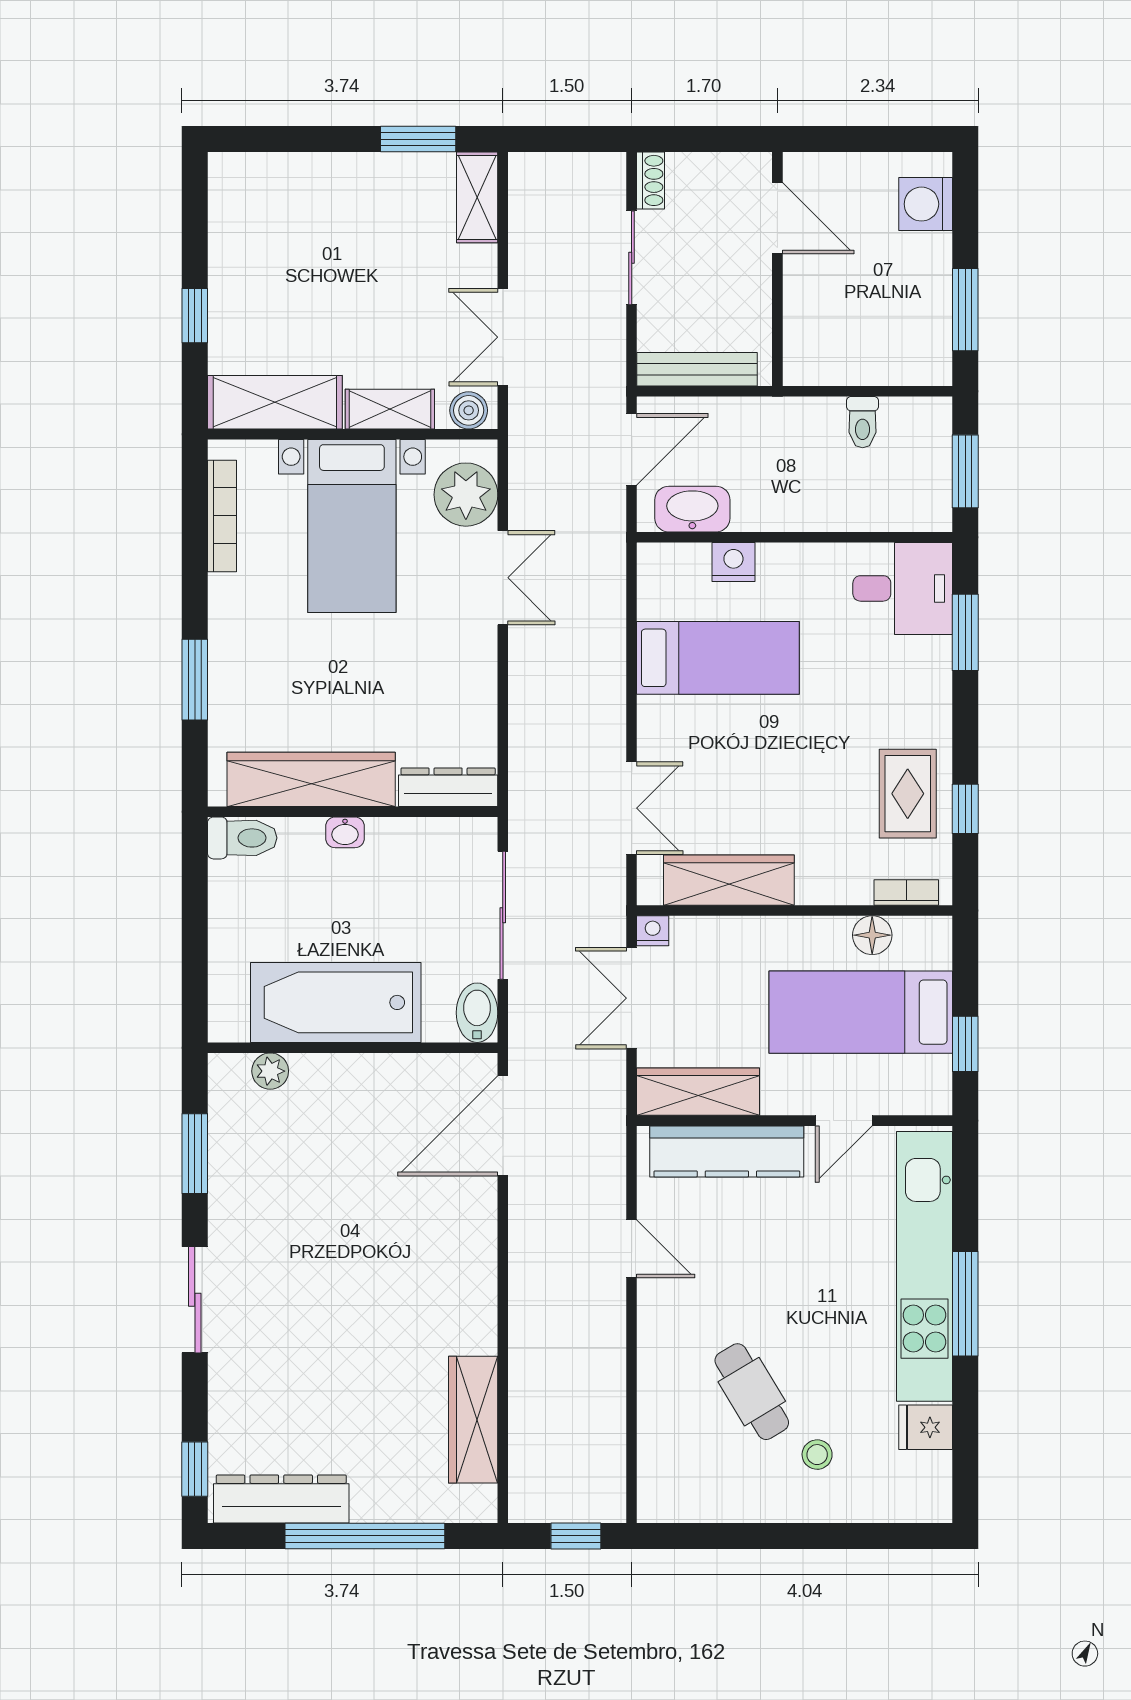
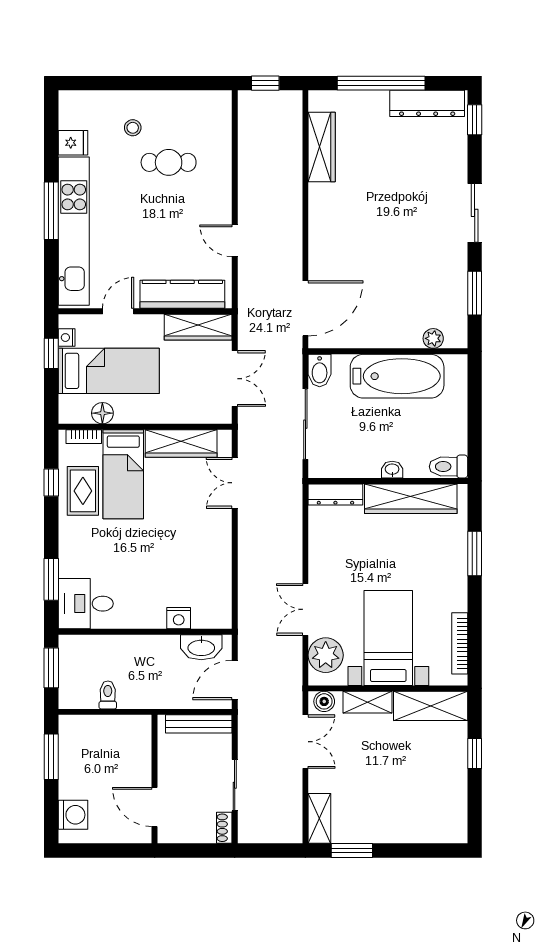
bed: (718, 658) -> (123, 474), moved, turned -90
nightstand: (653, 931) -> (67, 338), moved, turned 90
cafe table: (752, 1392) -> (169, 162), turned -59

